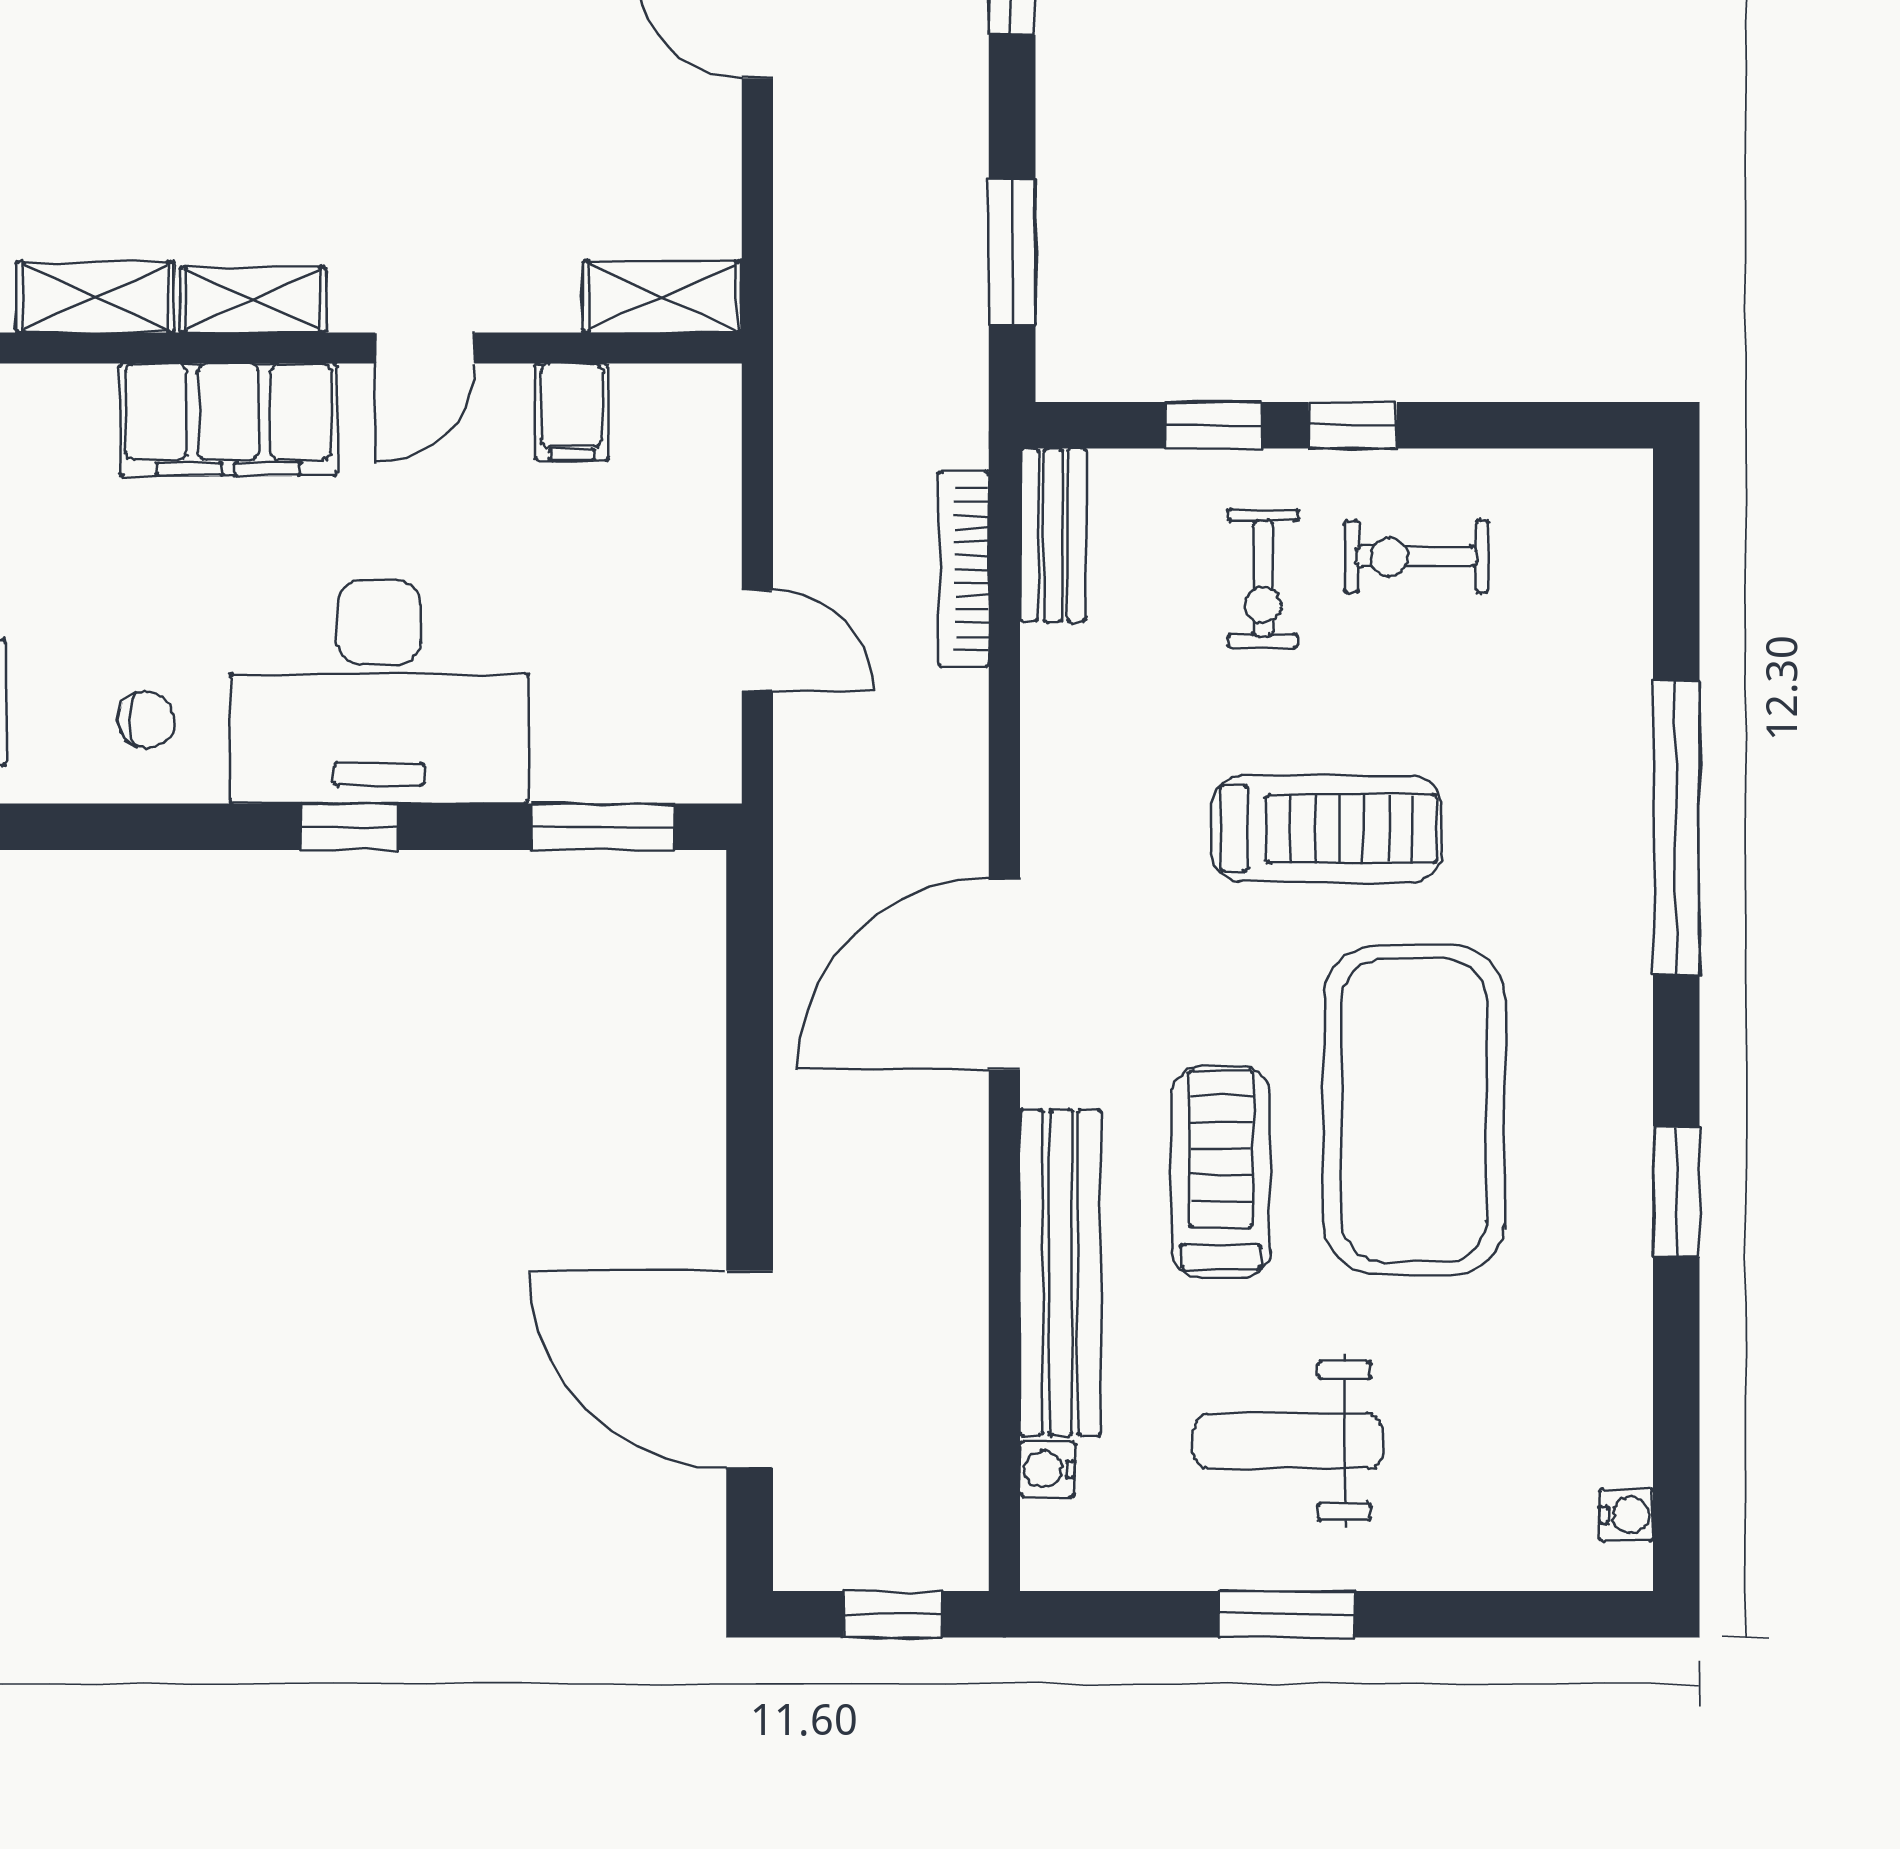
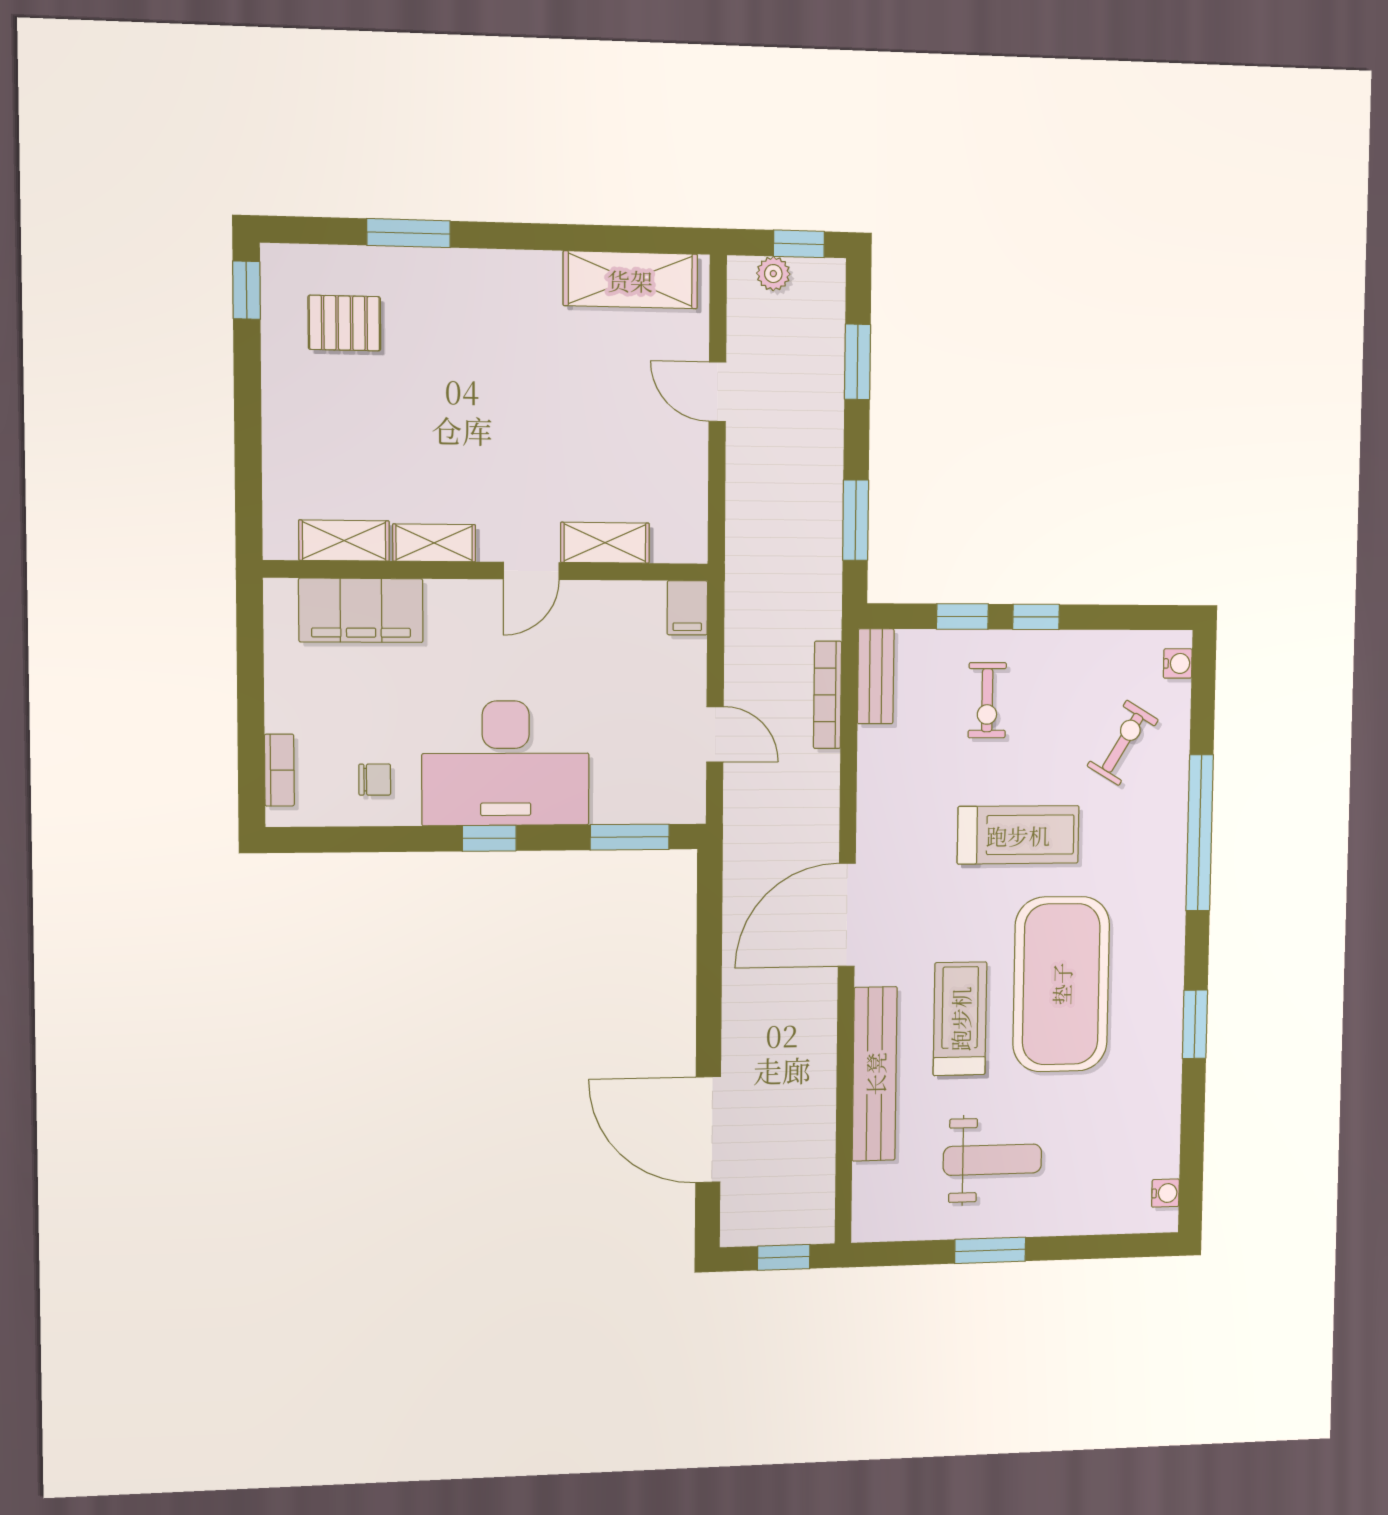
shelving: (662, 297) -> (605, 543), moved
filing cabinet: (572, 412) -> (687, 608), moved
filing cabinet: (228, 420) -> (361, 610), moved
exercise bike: (1416, 556) -> (1123, 743), moved, turned 121
weight bench: (1288, 1441) -> (992, 1160), turned 180
water cooler: (1047, 1469) -> (1178, 663), moved, turned 180

